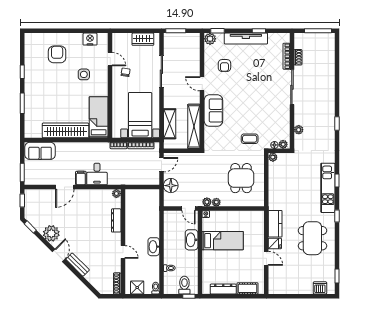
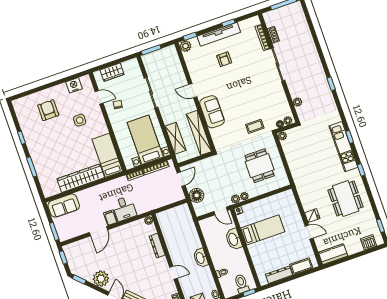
wardrobe: (143, 39) -> (112, 72), moved
armchair: (224, 66) -> (224, 59), moved
kitchen counter: (275, 224) -> (333, 254), moved, turned -90

